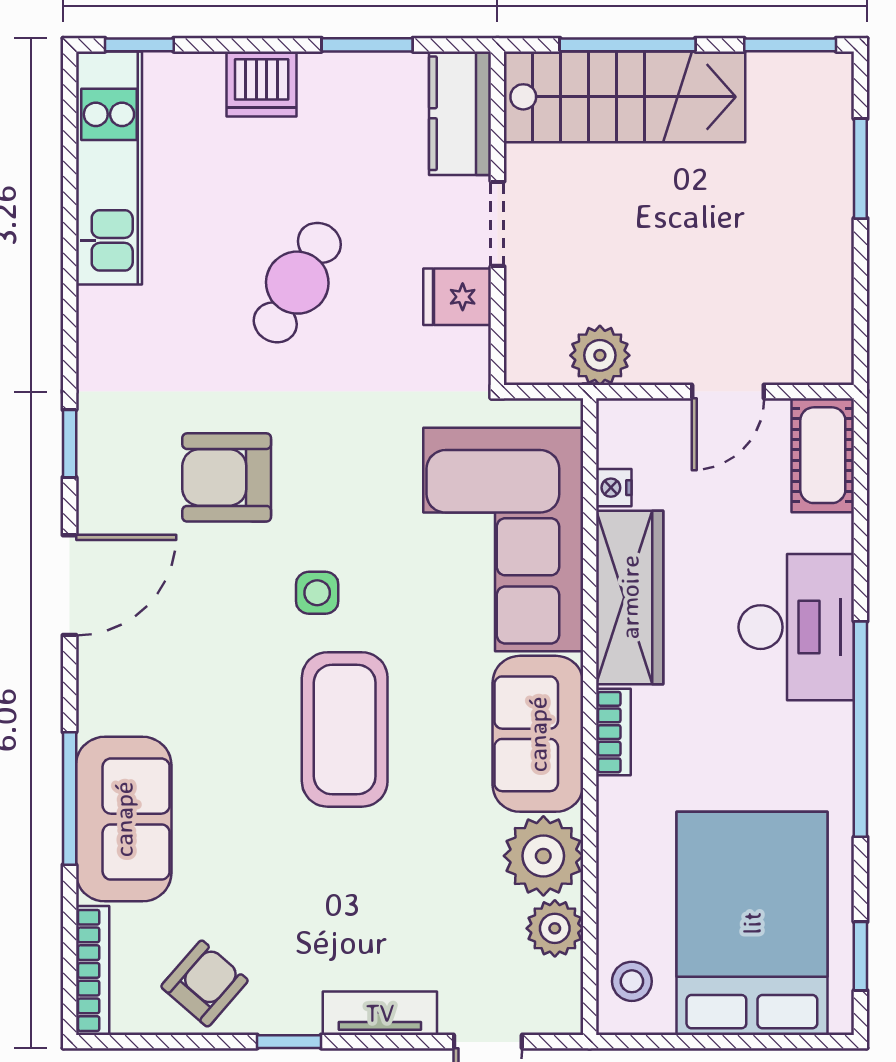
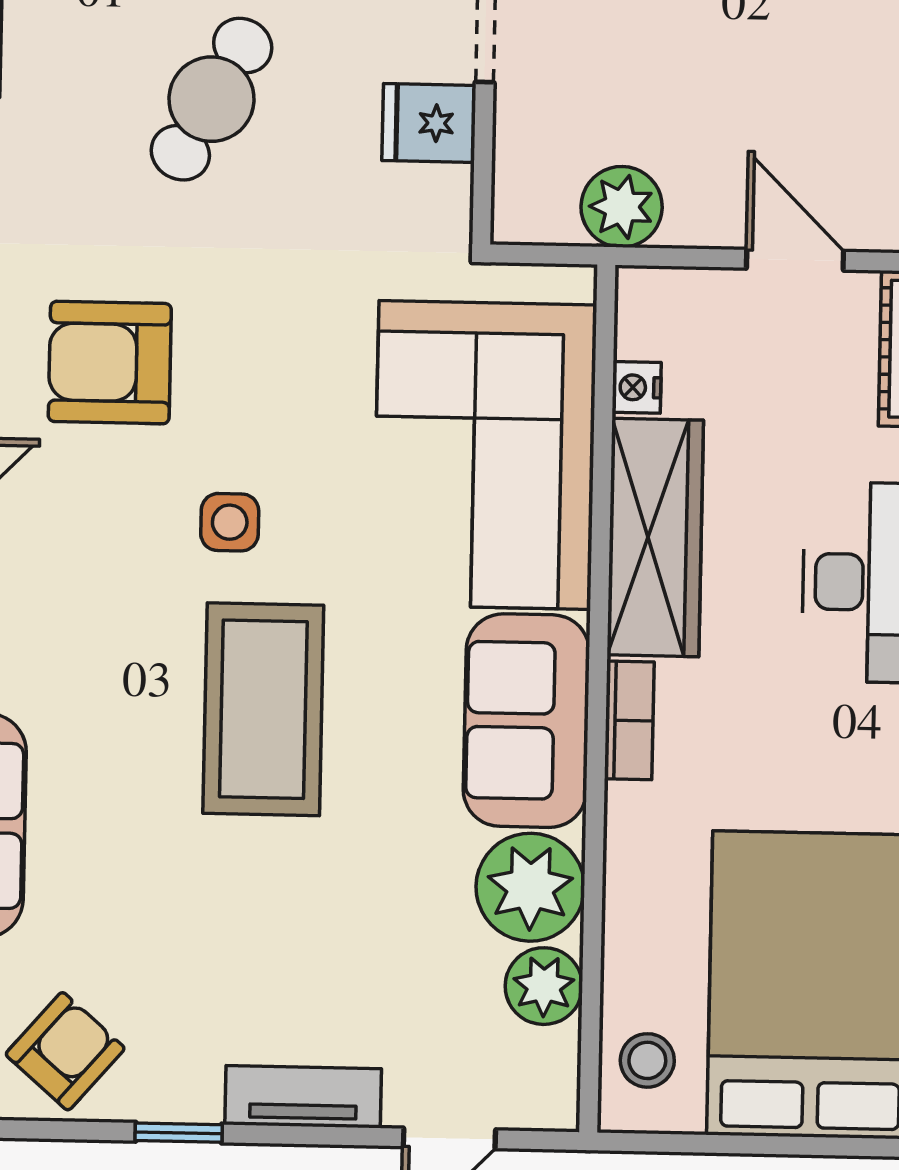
door: (728, 392) -> (795, 260), swing flipped

